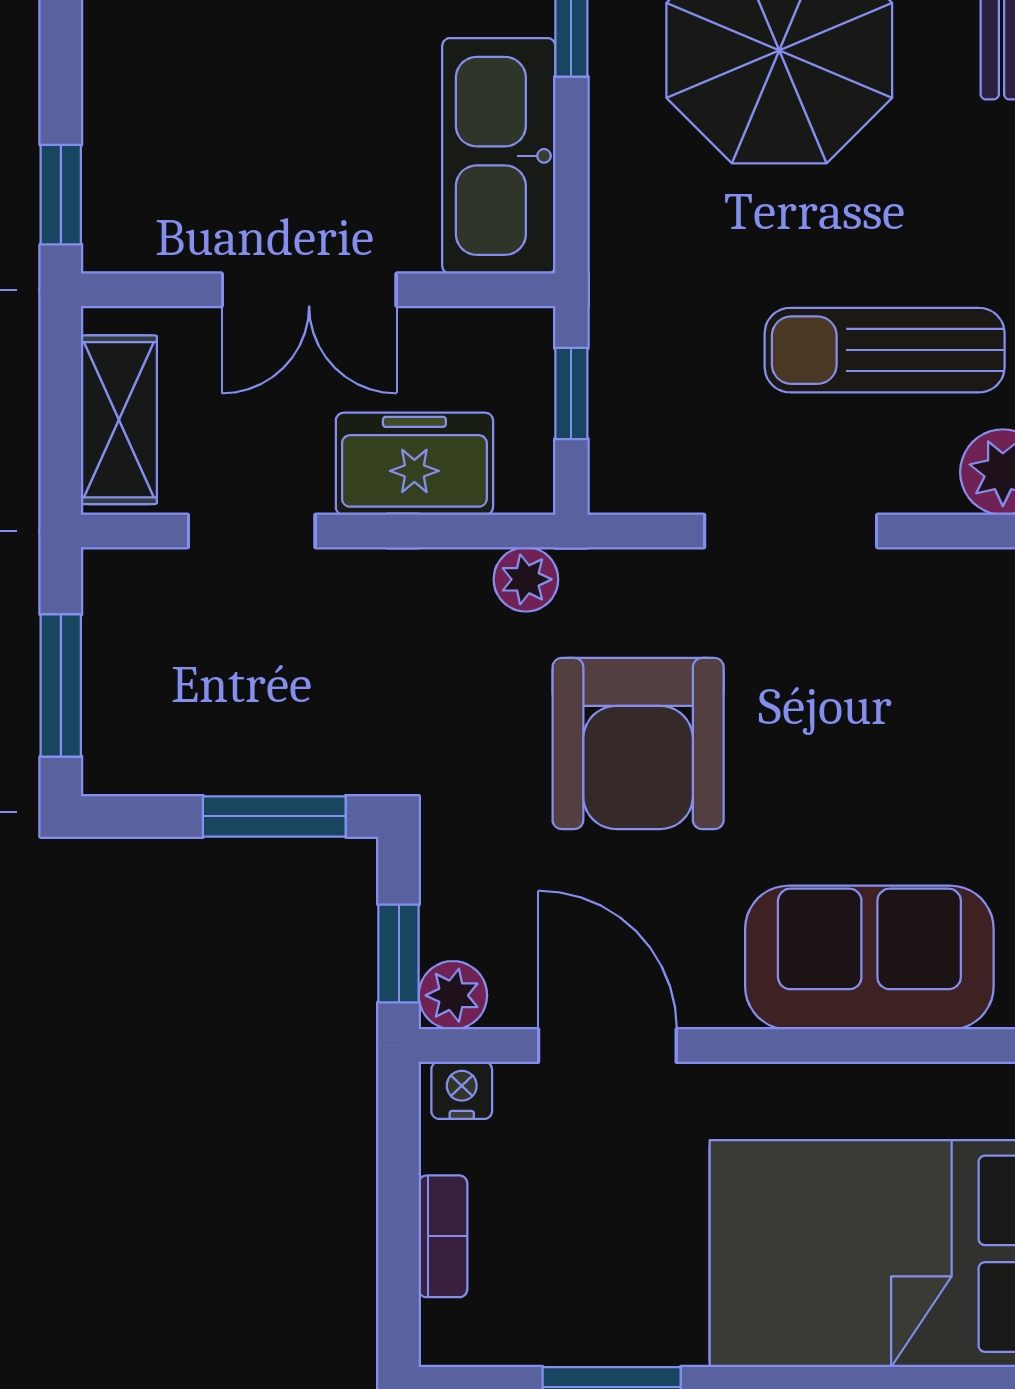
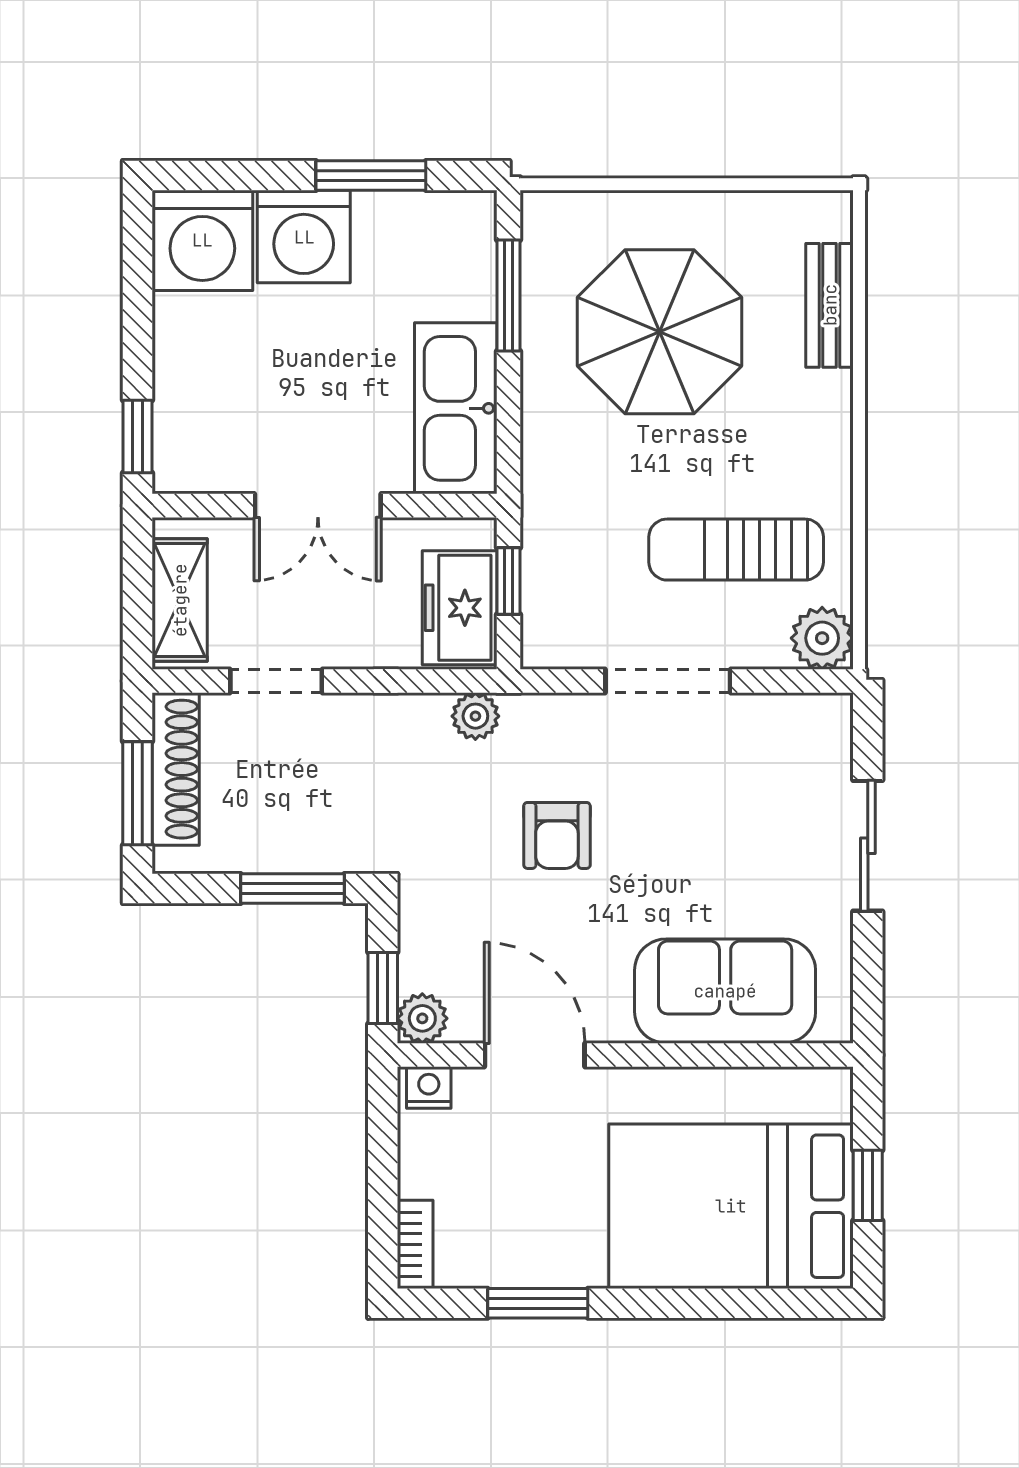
freezer: (414, 464) -> (460, 608), moved, turned -90
shoe rack: (113, 652) -> (176, 769), added
armchair: (638, 744) -> (557, 835), width x0.53, depth x0.53
bookcase: (443, 1236) -> (415, 1244), moved

